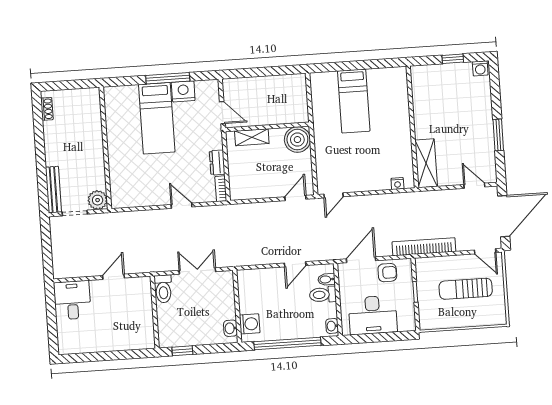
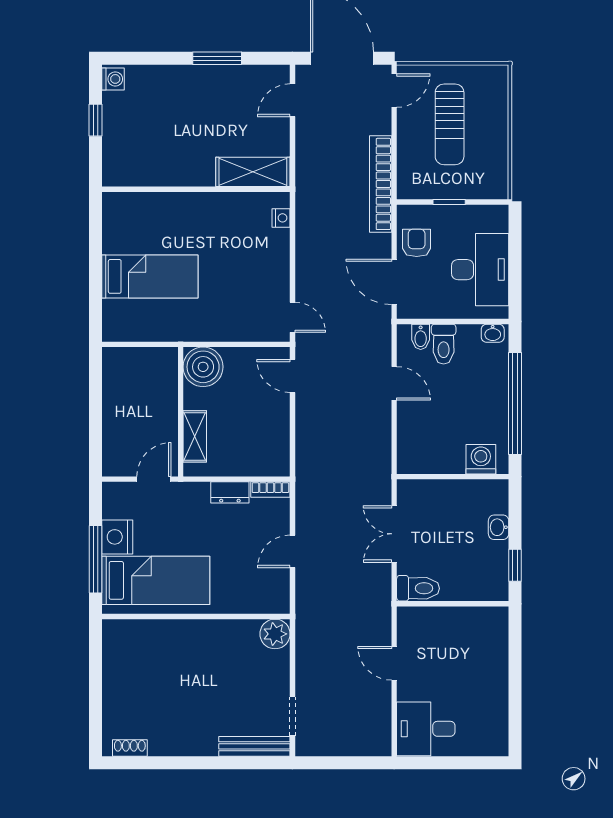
wall: (105, 148) -> (196, 616), moved
plant: (98, 200) -> (275, 634), moved
washbasin: (230, 328) -> (499, 527), moved, turned 90

